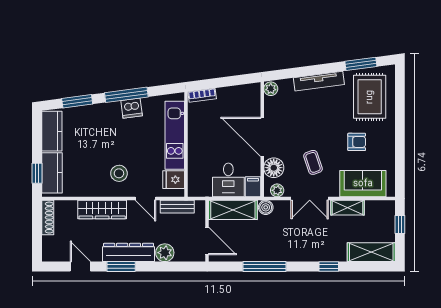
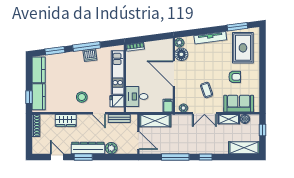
floor lamp: (274, 168) -> (181, 54), moved
desk: (228, 180) -> (137, 96), moved, turned 90
boiler: (266, 207) -> (245, 119), moved
wardrobe: (102, 210) -> (66, 120), width x0.67
window: (329, 267) -> (206, 157), moved

